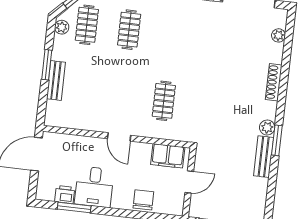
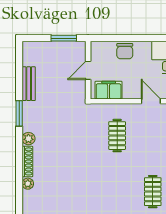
plant: (278, 35) -> (28, 184), moved
plant: (267, 128) -> (28, 139), moved
bench: (264, 157) -> (29, 84), moved

